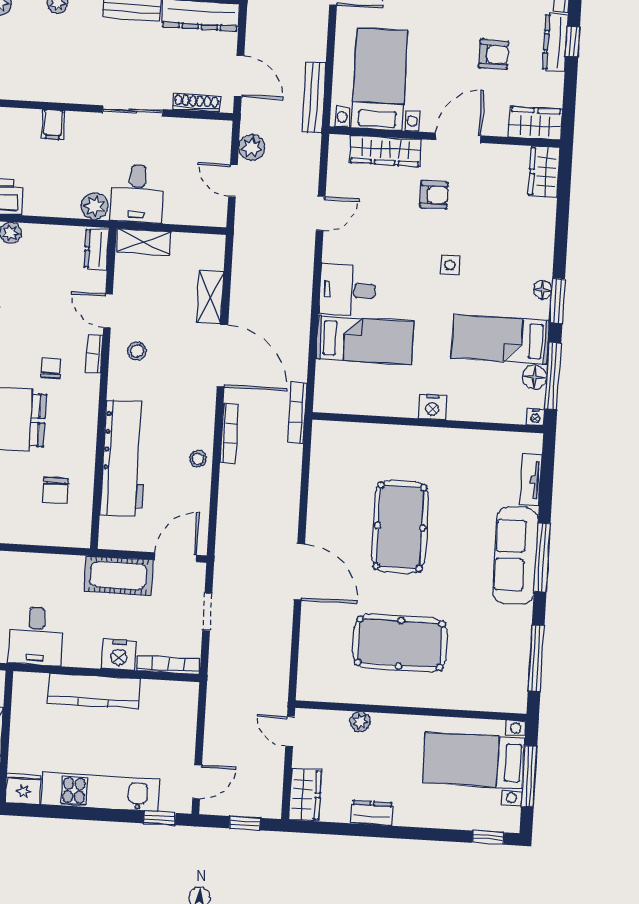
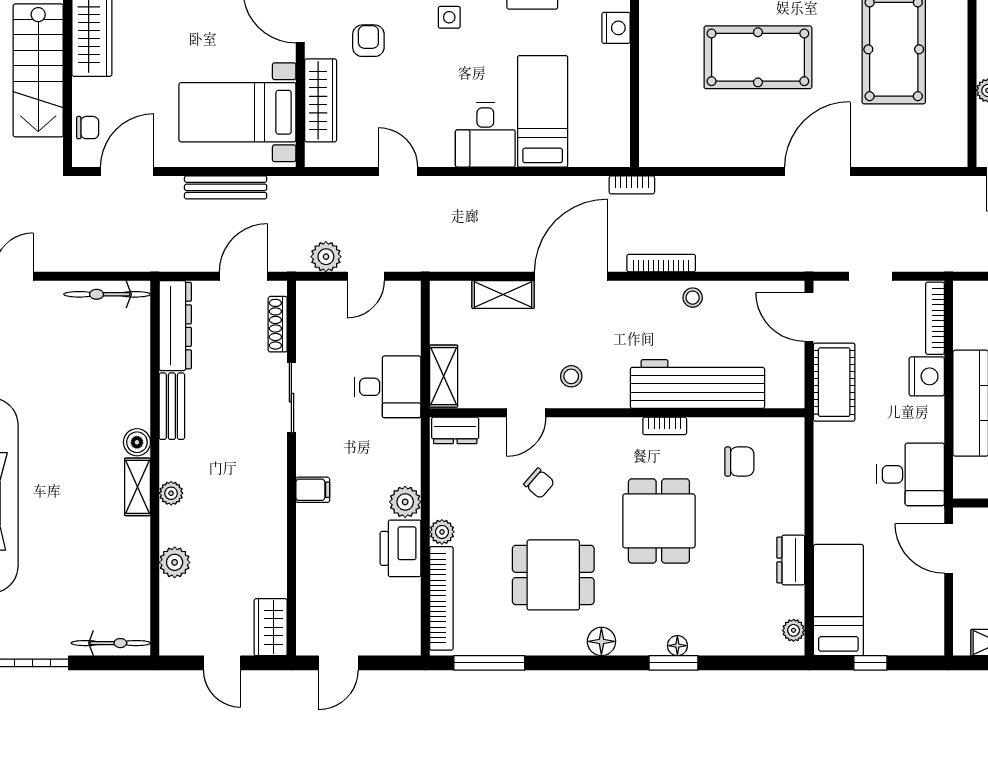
bench: (314, 97) -> (226, 187), moved
plant: (95, 206) -> (405, 502), moved
bookcase: (94, 354) -> (665, 426), moved
chair: (51, 368) -> (539, 483), moved, turned -139
bookcase: (297, 413) -> (632, 185), width x0.64

